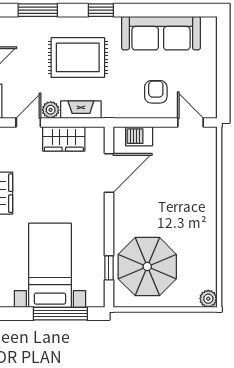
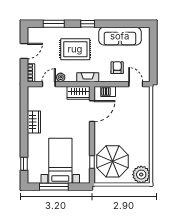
fireplace: (81, 110) -> (88, 77), moved
wardrobe: (64, 139) -> (78, 93), moved
plant: (208, 299) -> (141, 175), width x1.87, depth x1.87
window: (60, 314) -> (54, 187), moved

